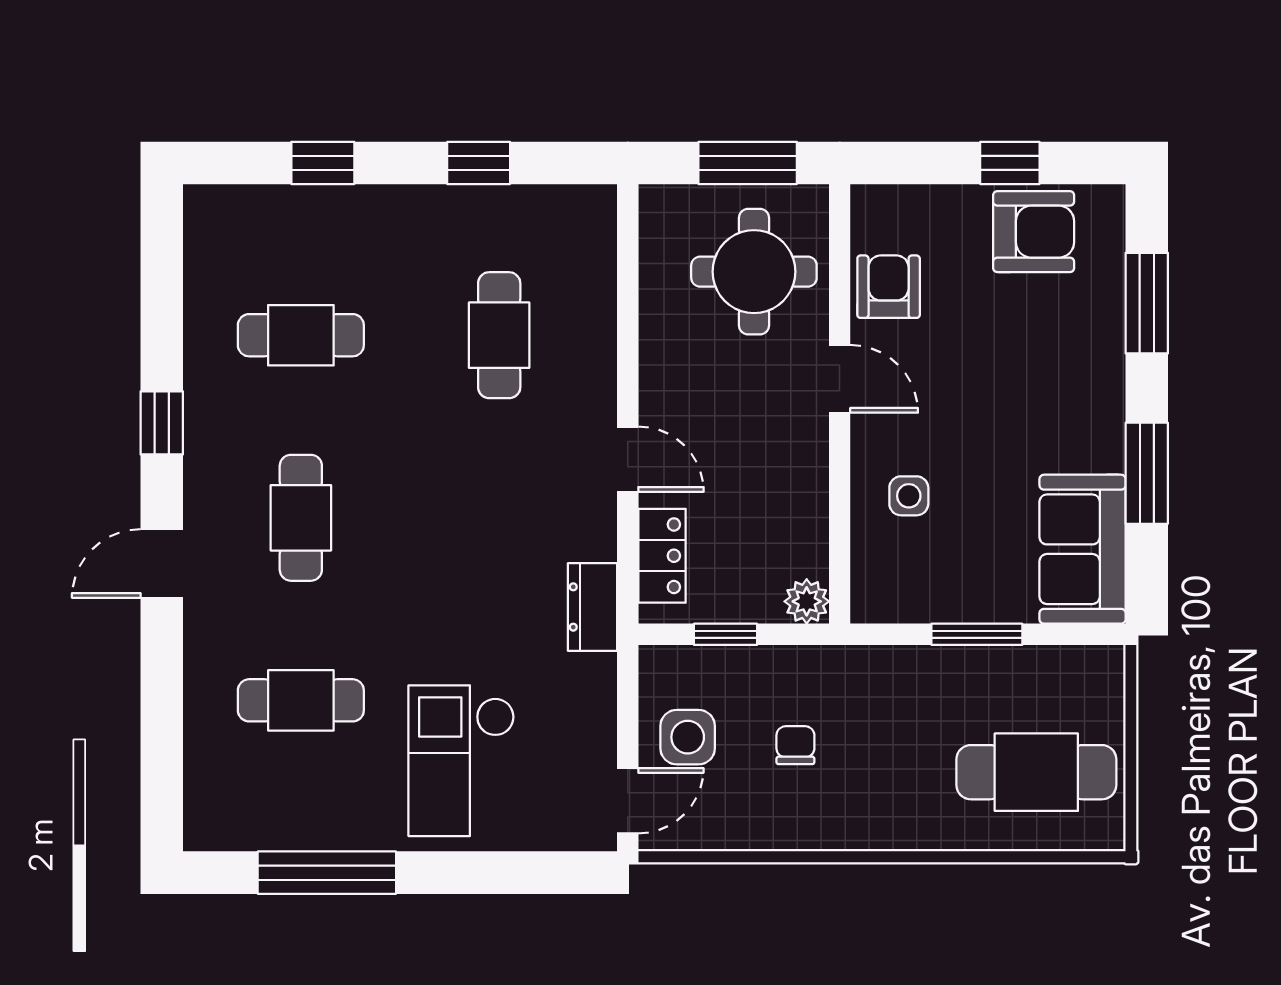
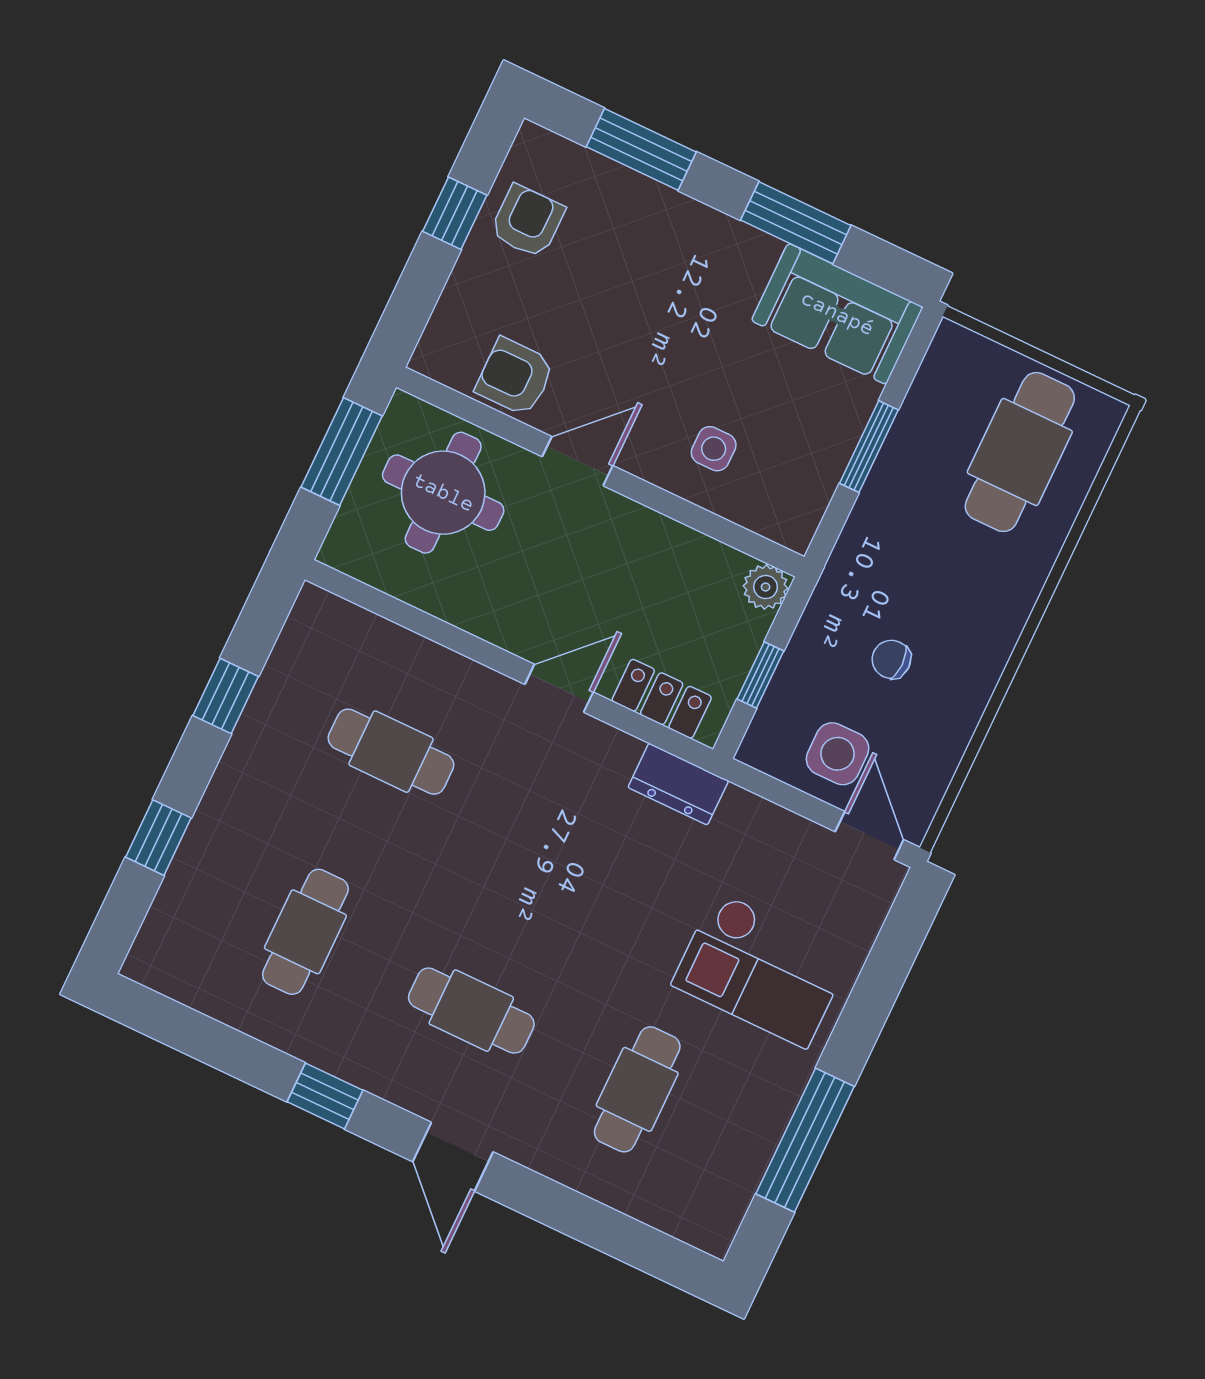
armchair: (1034, 232) -> (527, 221), width x0.72, depth x0.72

